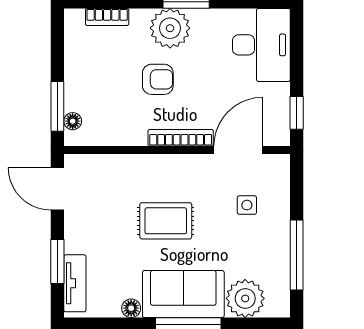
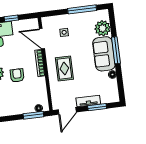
window: (297, 113) -> (11, 18), moved
rug: (166, 221) -> (64, 68), moved
tv unit: (75, 283) -> (88, 101), moved

